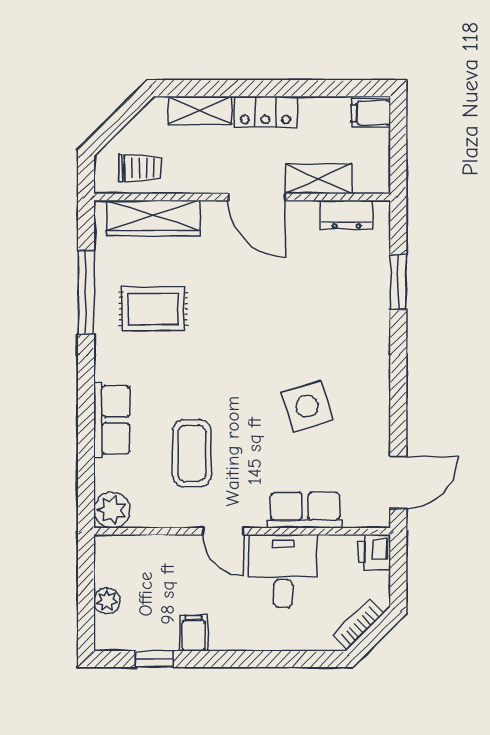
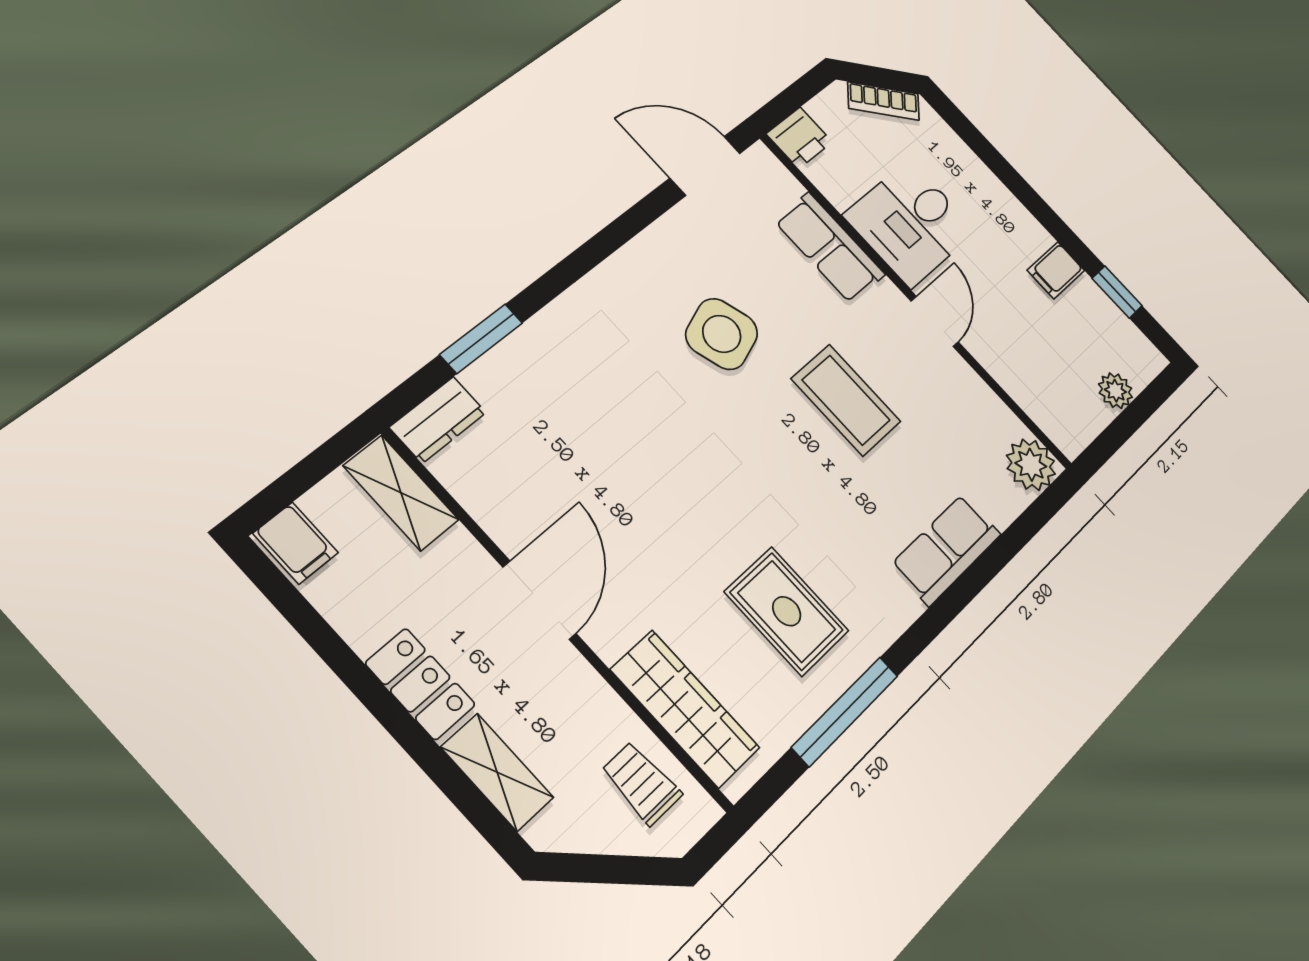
shelving: (319, 179) -> (401, 493), moved
dresser: (347, 215) -> (438, 420), moved, turned 90
coffee table: (192, 453) -> (846, 400), moved, turned 90

